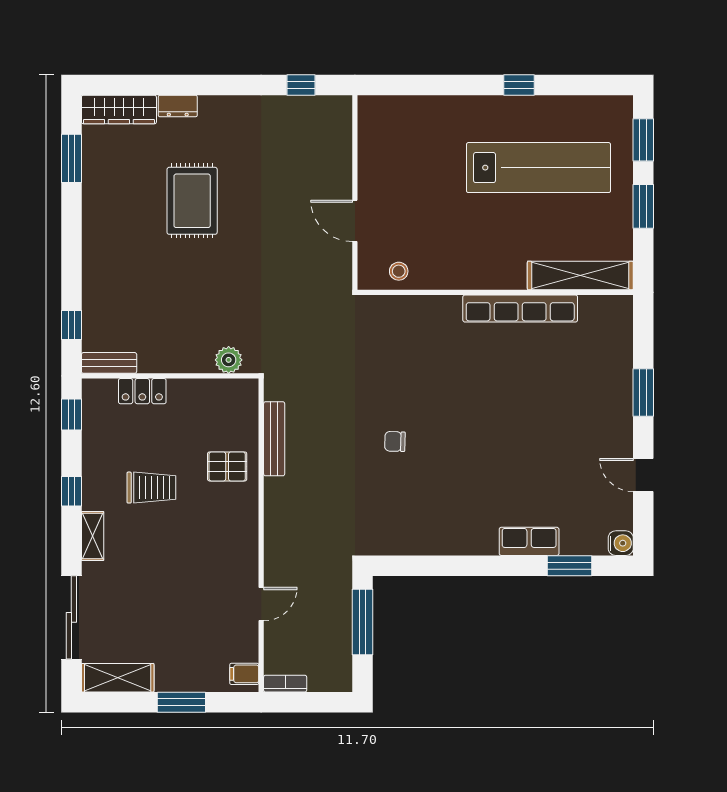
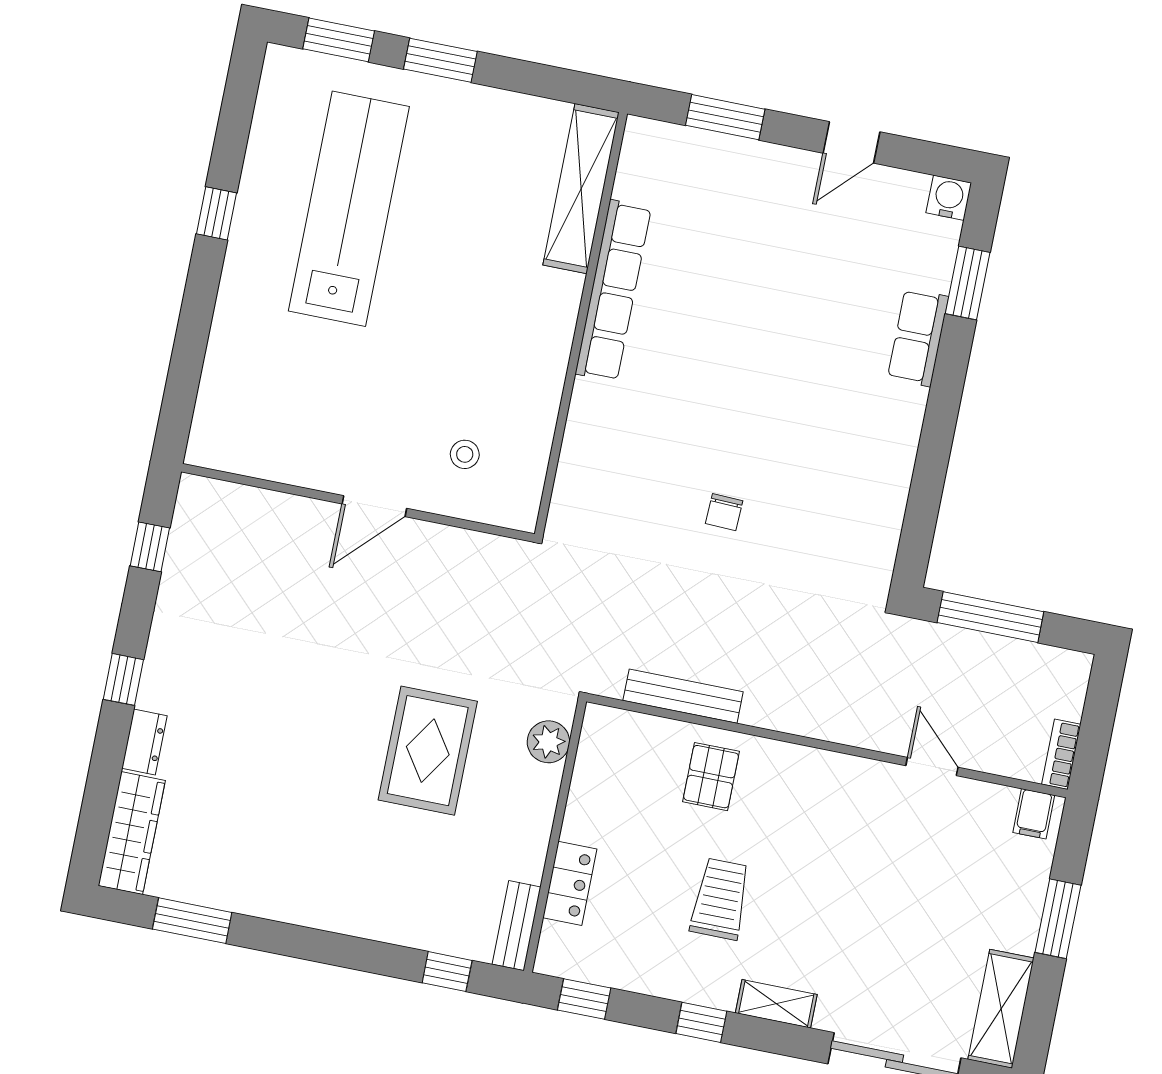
window: (214, 85) -> (123, 679), added
rug: (192, 201) -> (428, 751), moved, turned 90
shelving: (580, 275) -> (581, 189), moved
wall: (495, 292) -> (581, 324), moved
row of seats: (520, 309) -> (613, 291), moved

